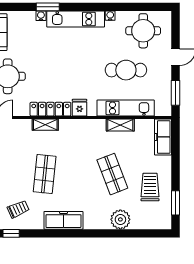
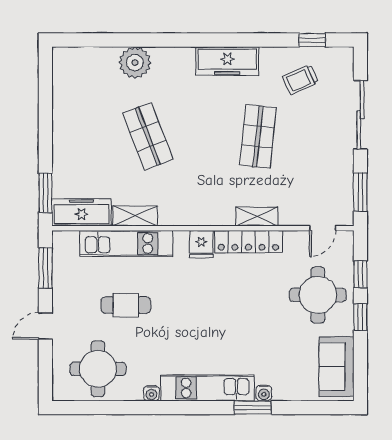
cafe table: (126, 70) -> (126, 305), width x0.73, depth x0.74
freezer: (163, 137) -> (81, 212), moved, turned -90
trolley: (150, 187) -> (87, 115), removed
window: (176, 203) -> (45, 193), moved

